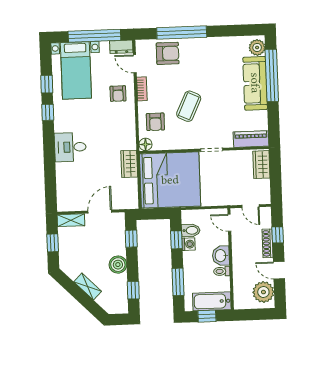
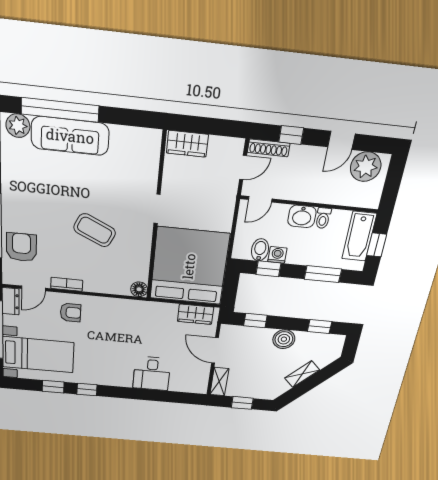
armchair: (155, 122) -> (111, 274), removed
piano: (251, 139) -> (149, 153), removed
desk: (70, 147) -> (152, 374), moved
wardrobe: (129, 164) -> (195, 314), moved
shoe rack: (267, 243) -> (269, 148), moved

